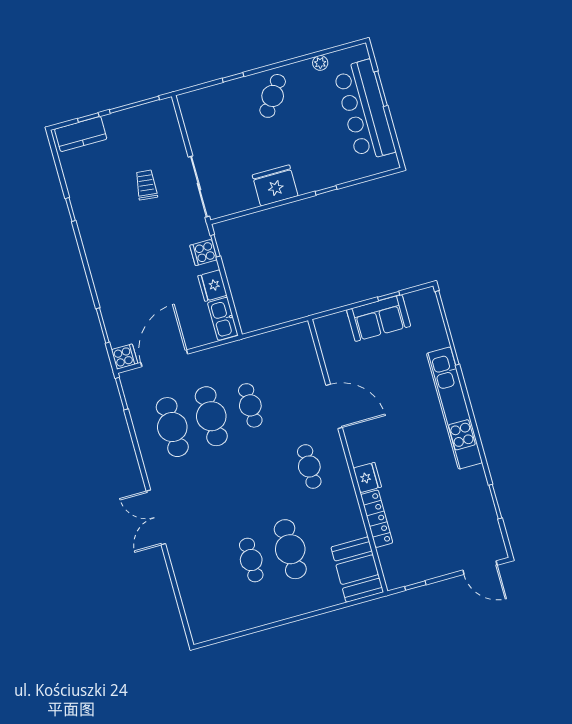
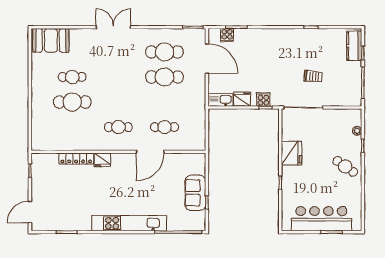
plant: (320, 63) -> (357, 131), moved
cooker: (125, 357) -> (227, 35), moved
cafe table: (250, 405) -> (165, 127), moved
booth: (357, 570) -> (51, 40), moved

